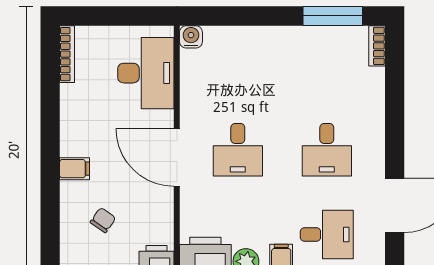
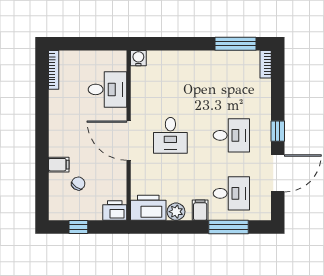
desk: (146, 73) -> (108, 89), width x0.73
window: (395, 144) -> (278, 131), added
desk: (327, 150) -> (231, 135), turned -90
filing cabinet: (75, 169) -> (59, 165), moved

